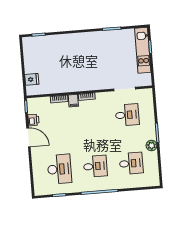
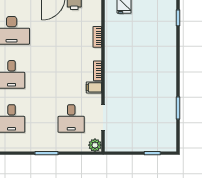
kitchen unit: (143, 50) -> (149, 144), removed
filing cabinet: (73, 101) -> (94, 87), moved
plant: (152, 146) -> (95, 145), moved

